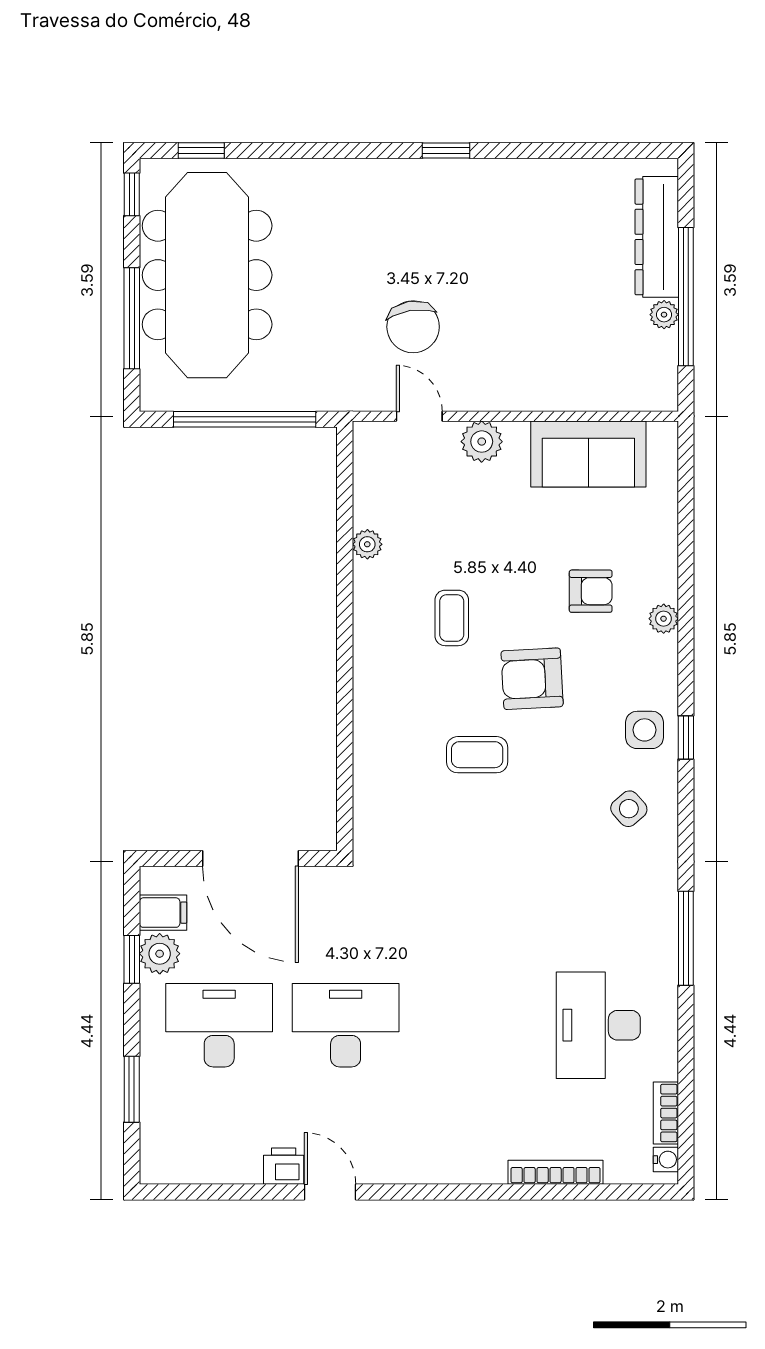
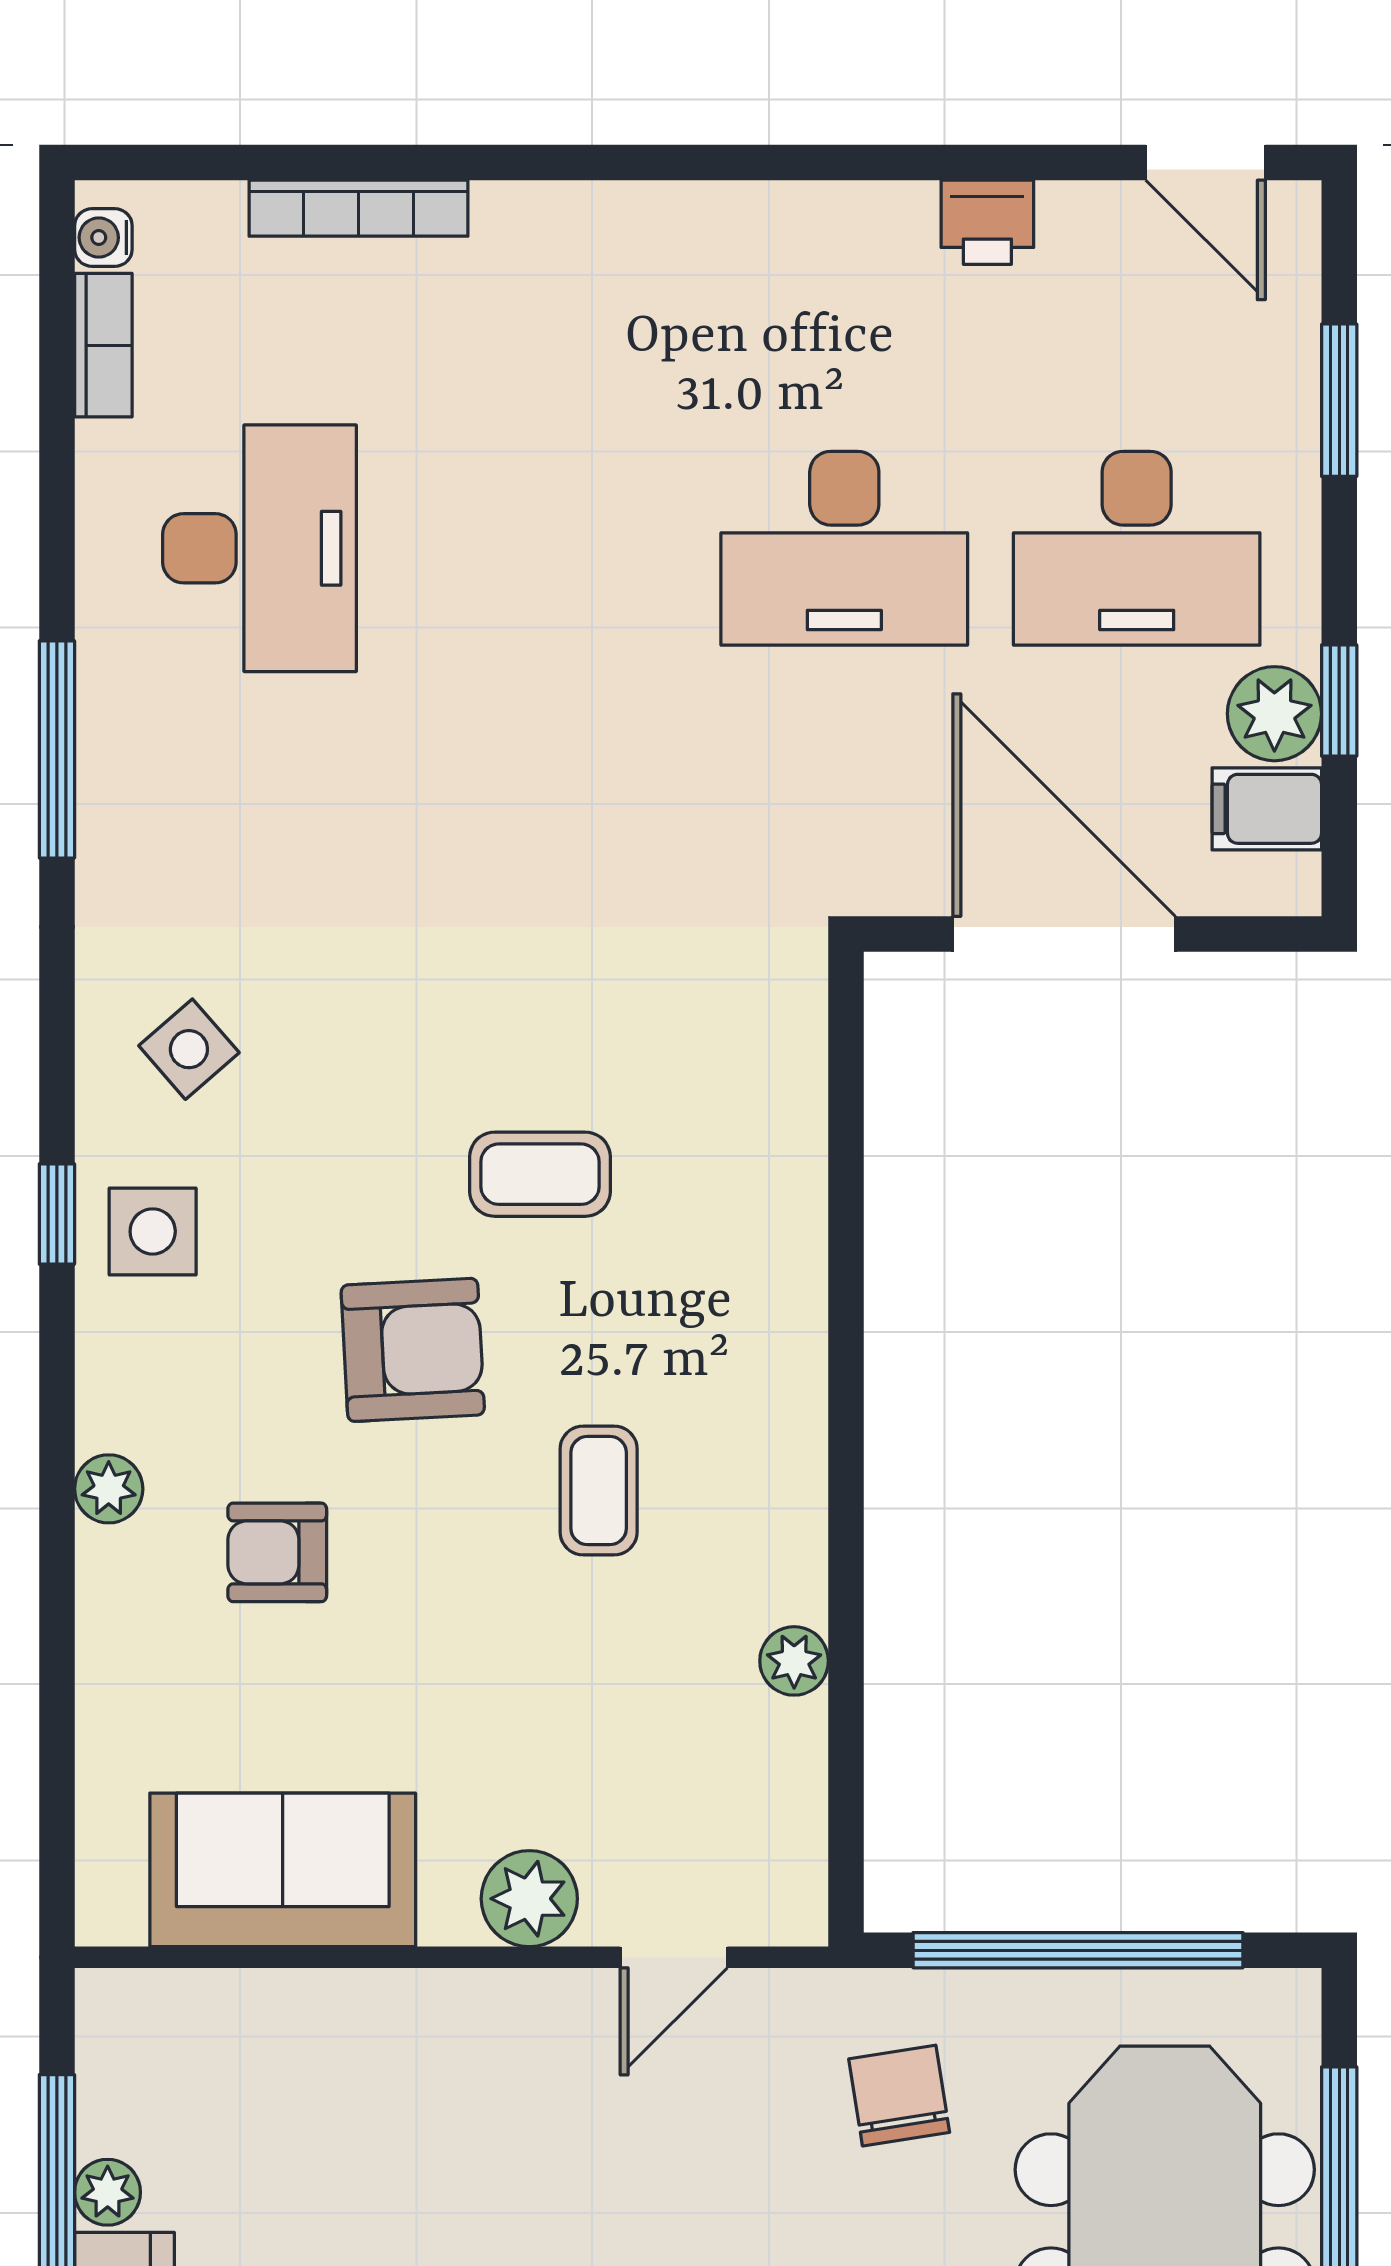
chair: (413, 327) -> (899, 2096), moved, width x0.73, depth x0.73
door: (419, 416) -> (674, 1957), hinge flipped
door: (330, 1192) -> (1206, 163), moved

